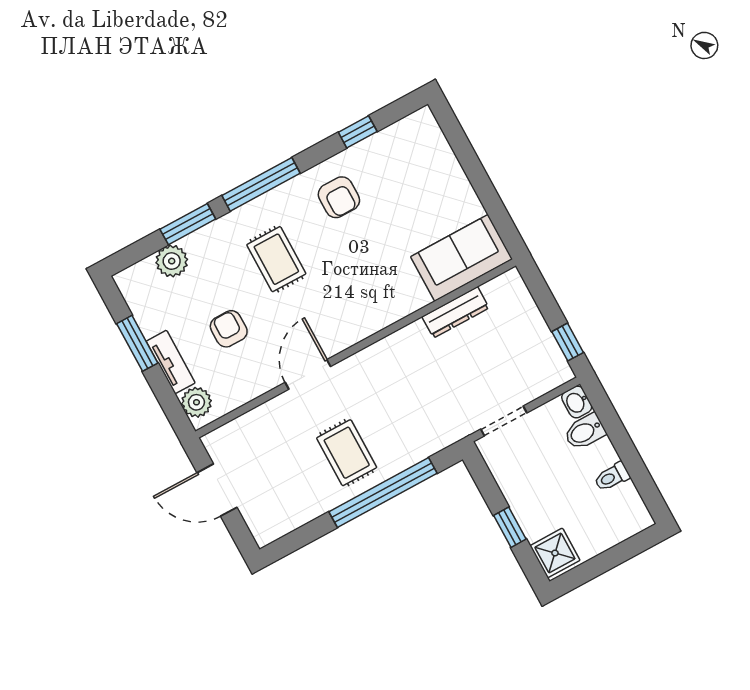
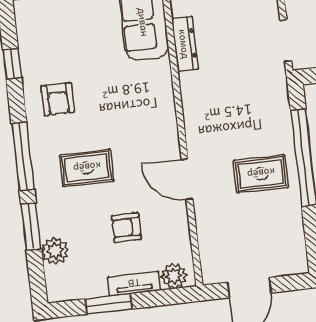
armchair: (339, 197) -> (58, 99), turned 90

